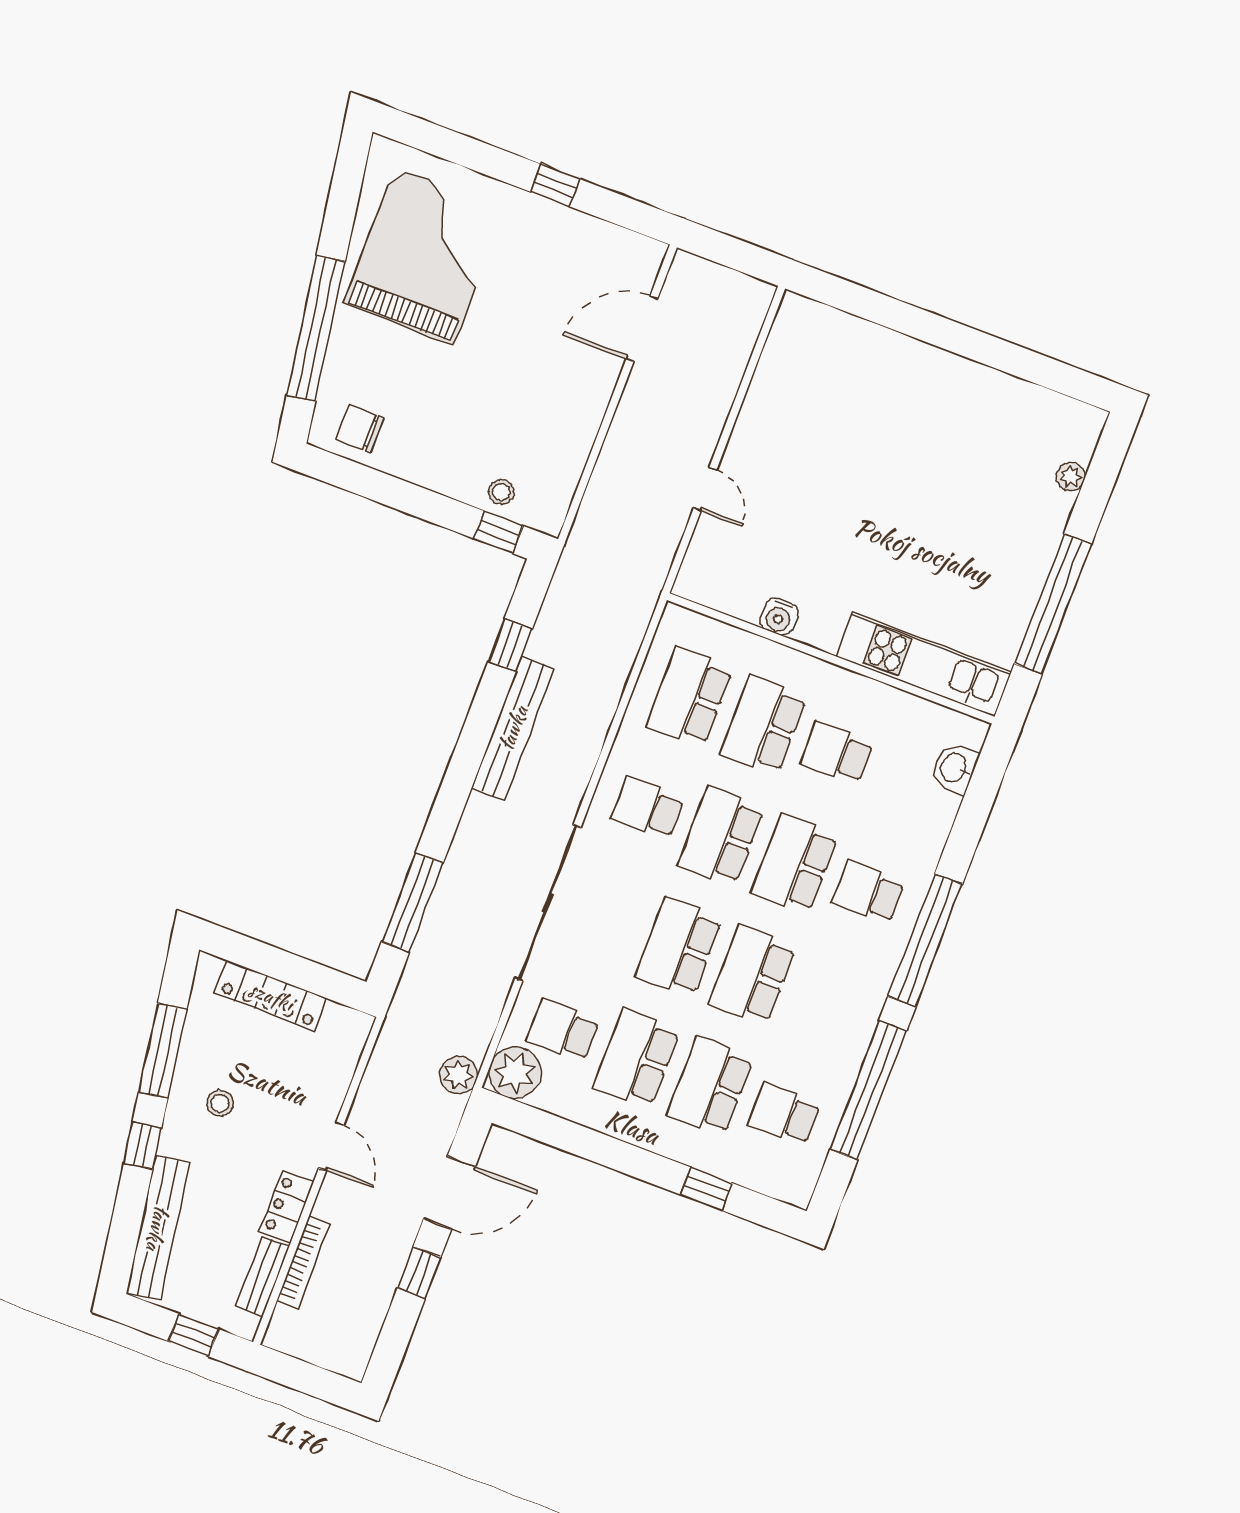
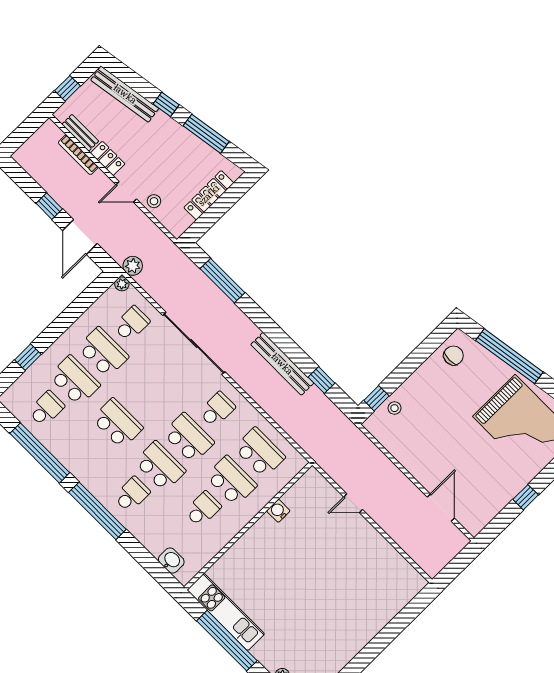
kitchen unit: (924, 664) -> (226, 612), moved, turned -90
school desk: (679, 947) -> (146, 395), removed
plant: (515, 1073) -> (122, 284), width x0.53, depth x0.53
stool: (220, 1103) -> (154, 201), moved

